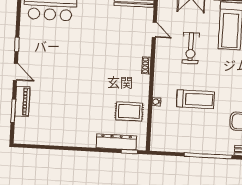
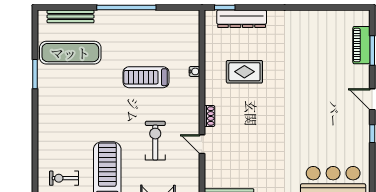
door: (154, 30) -> (202, 144), moved
piano: (22, 102) -> (361, 45), moved
rug: (129, 111) -> (244, 72), moved

